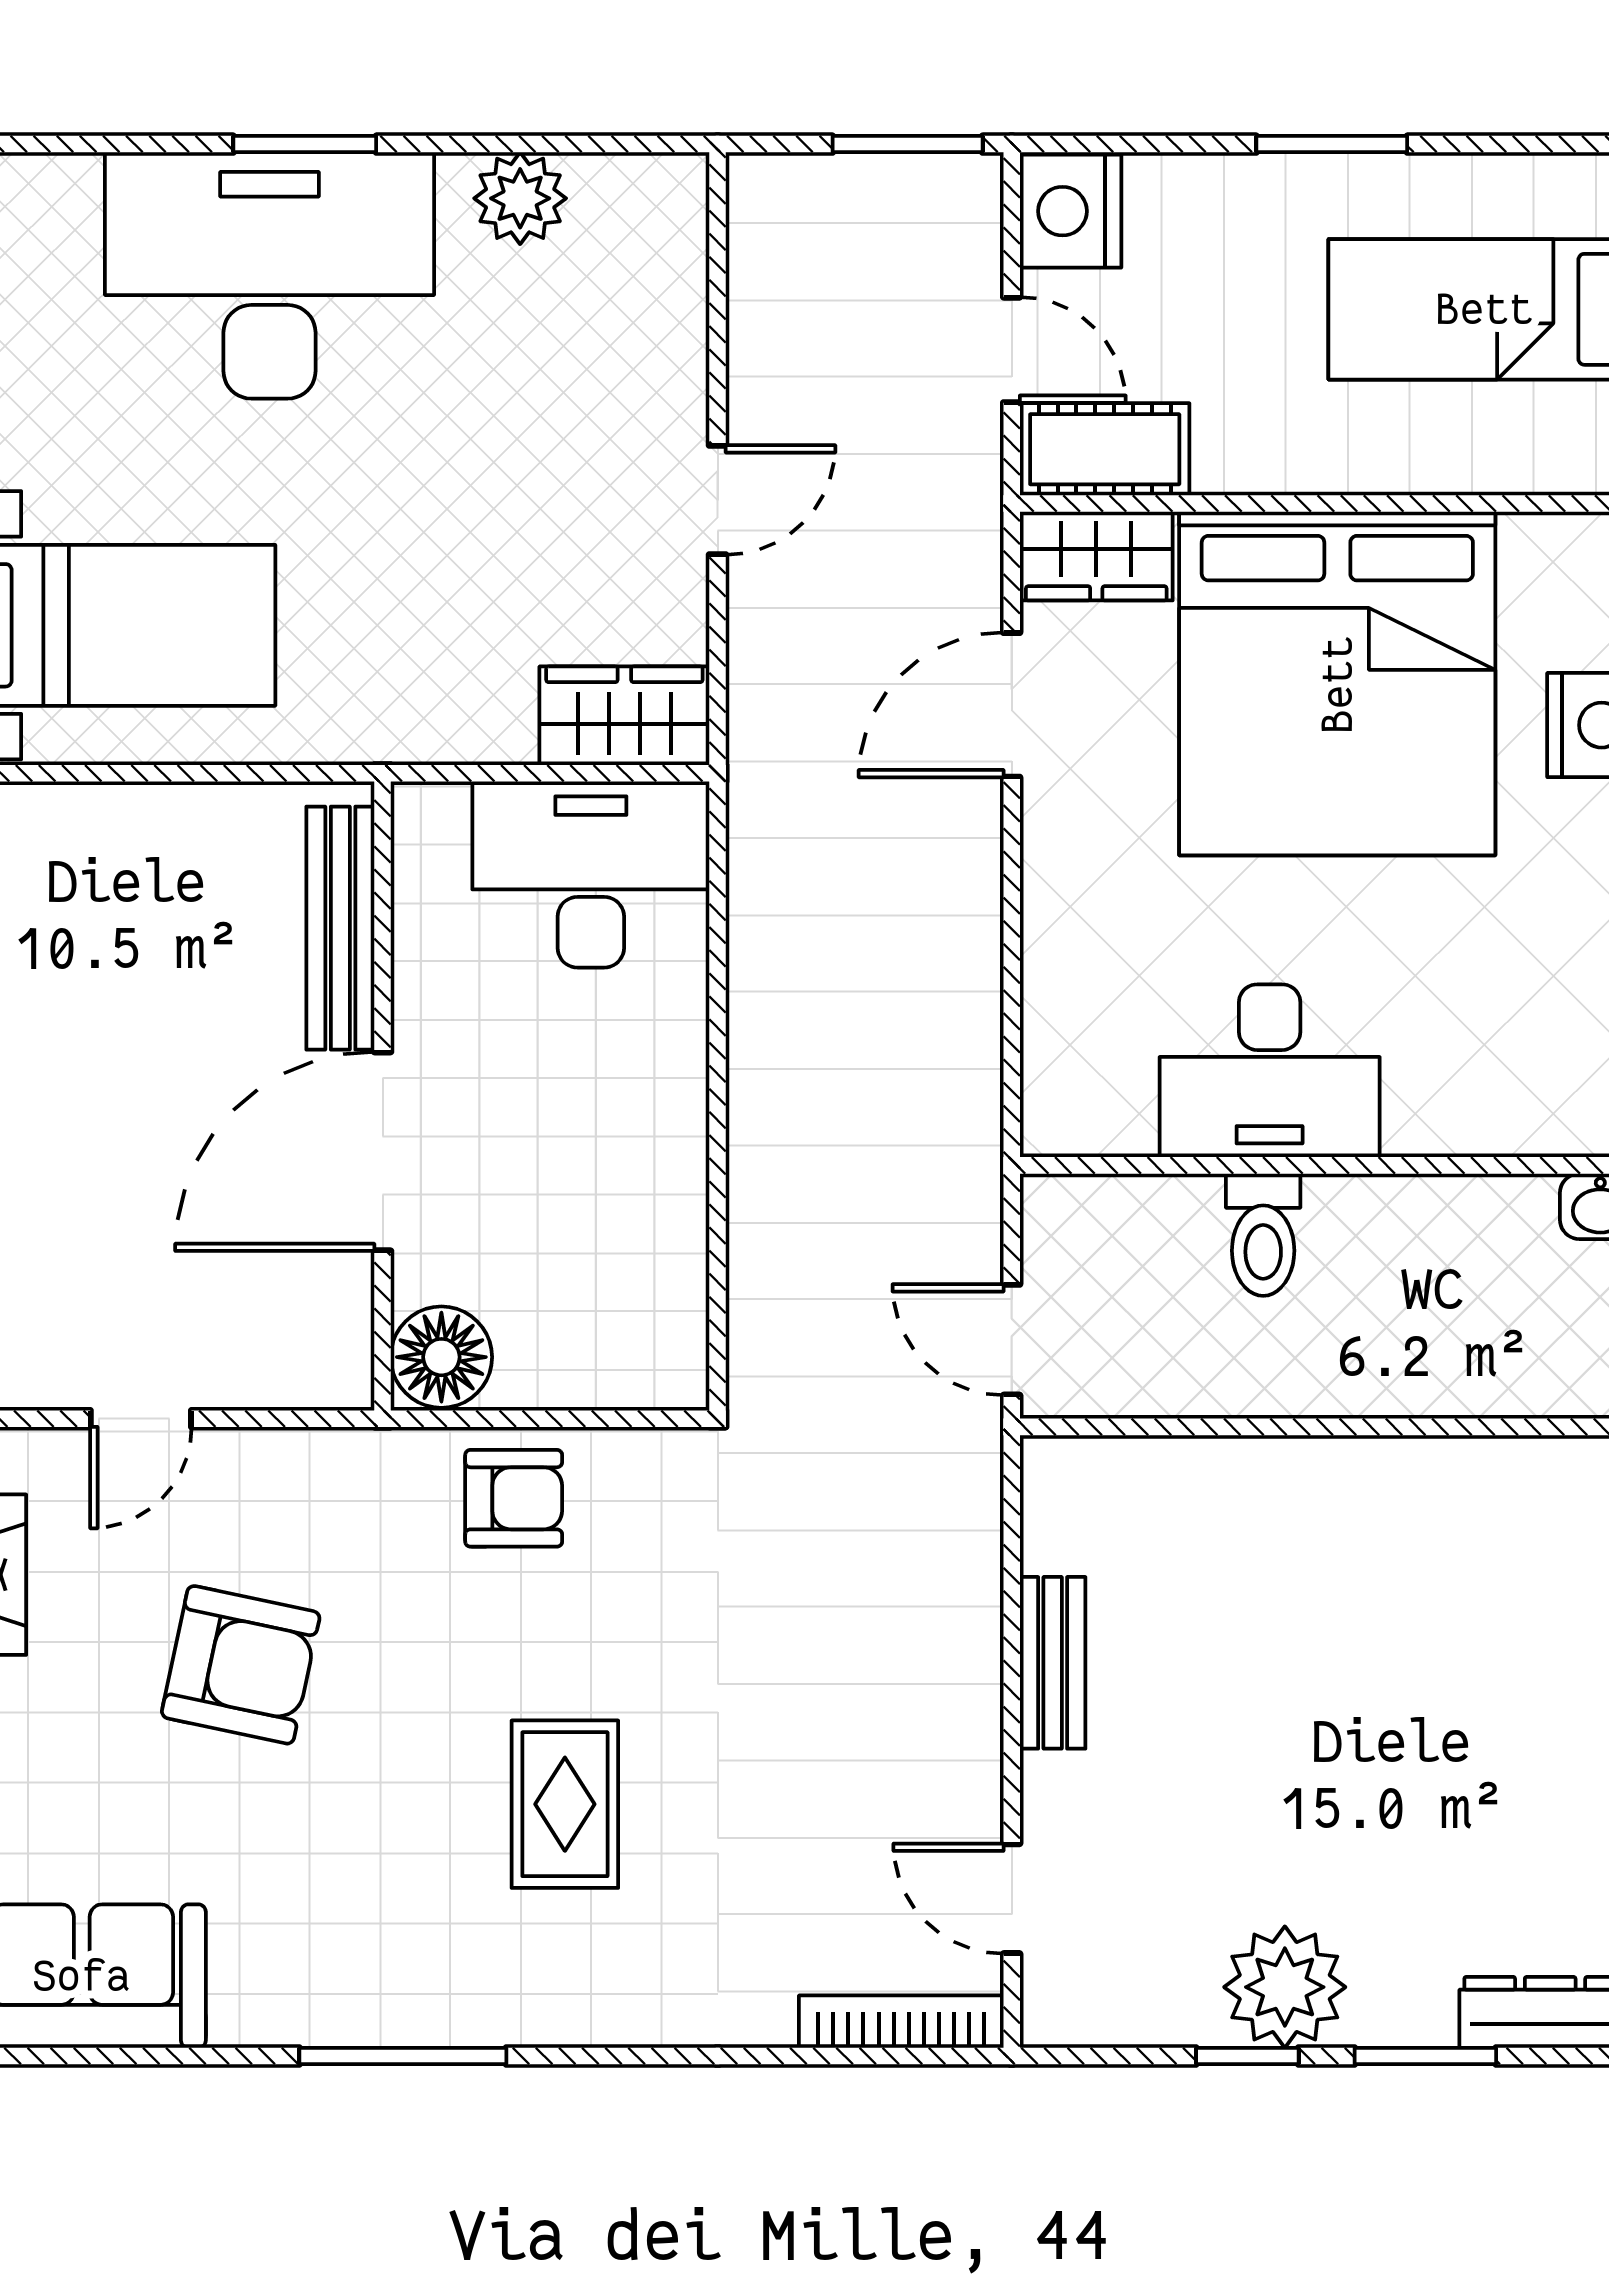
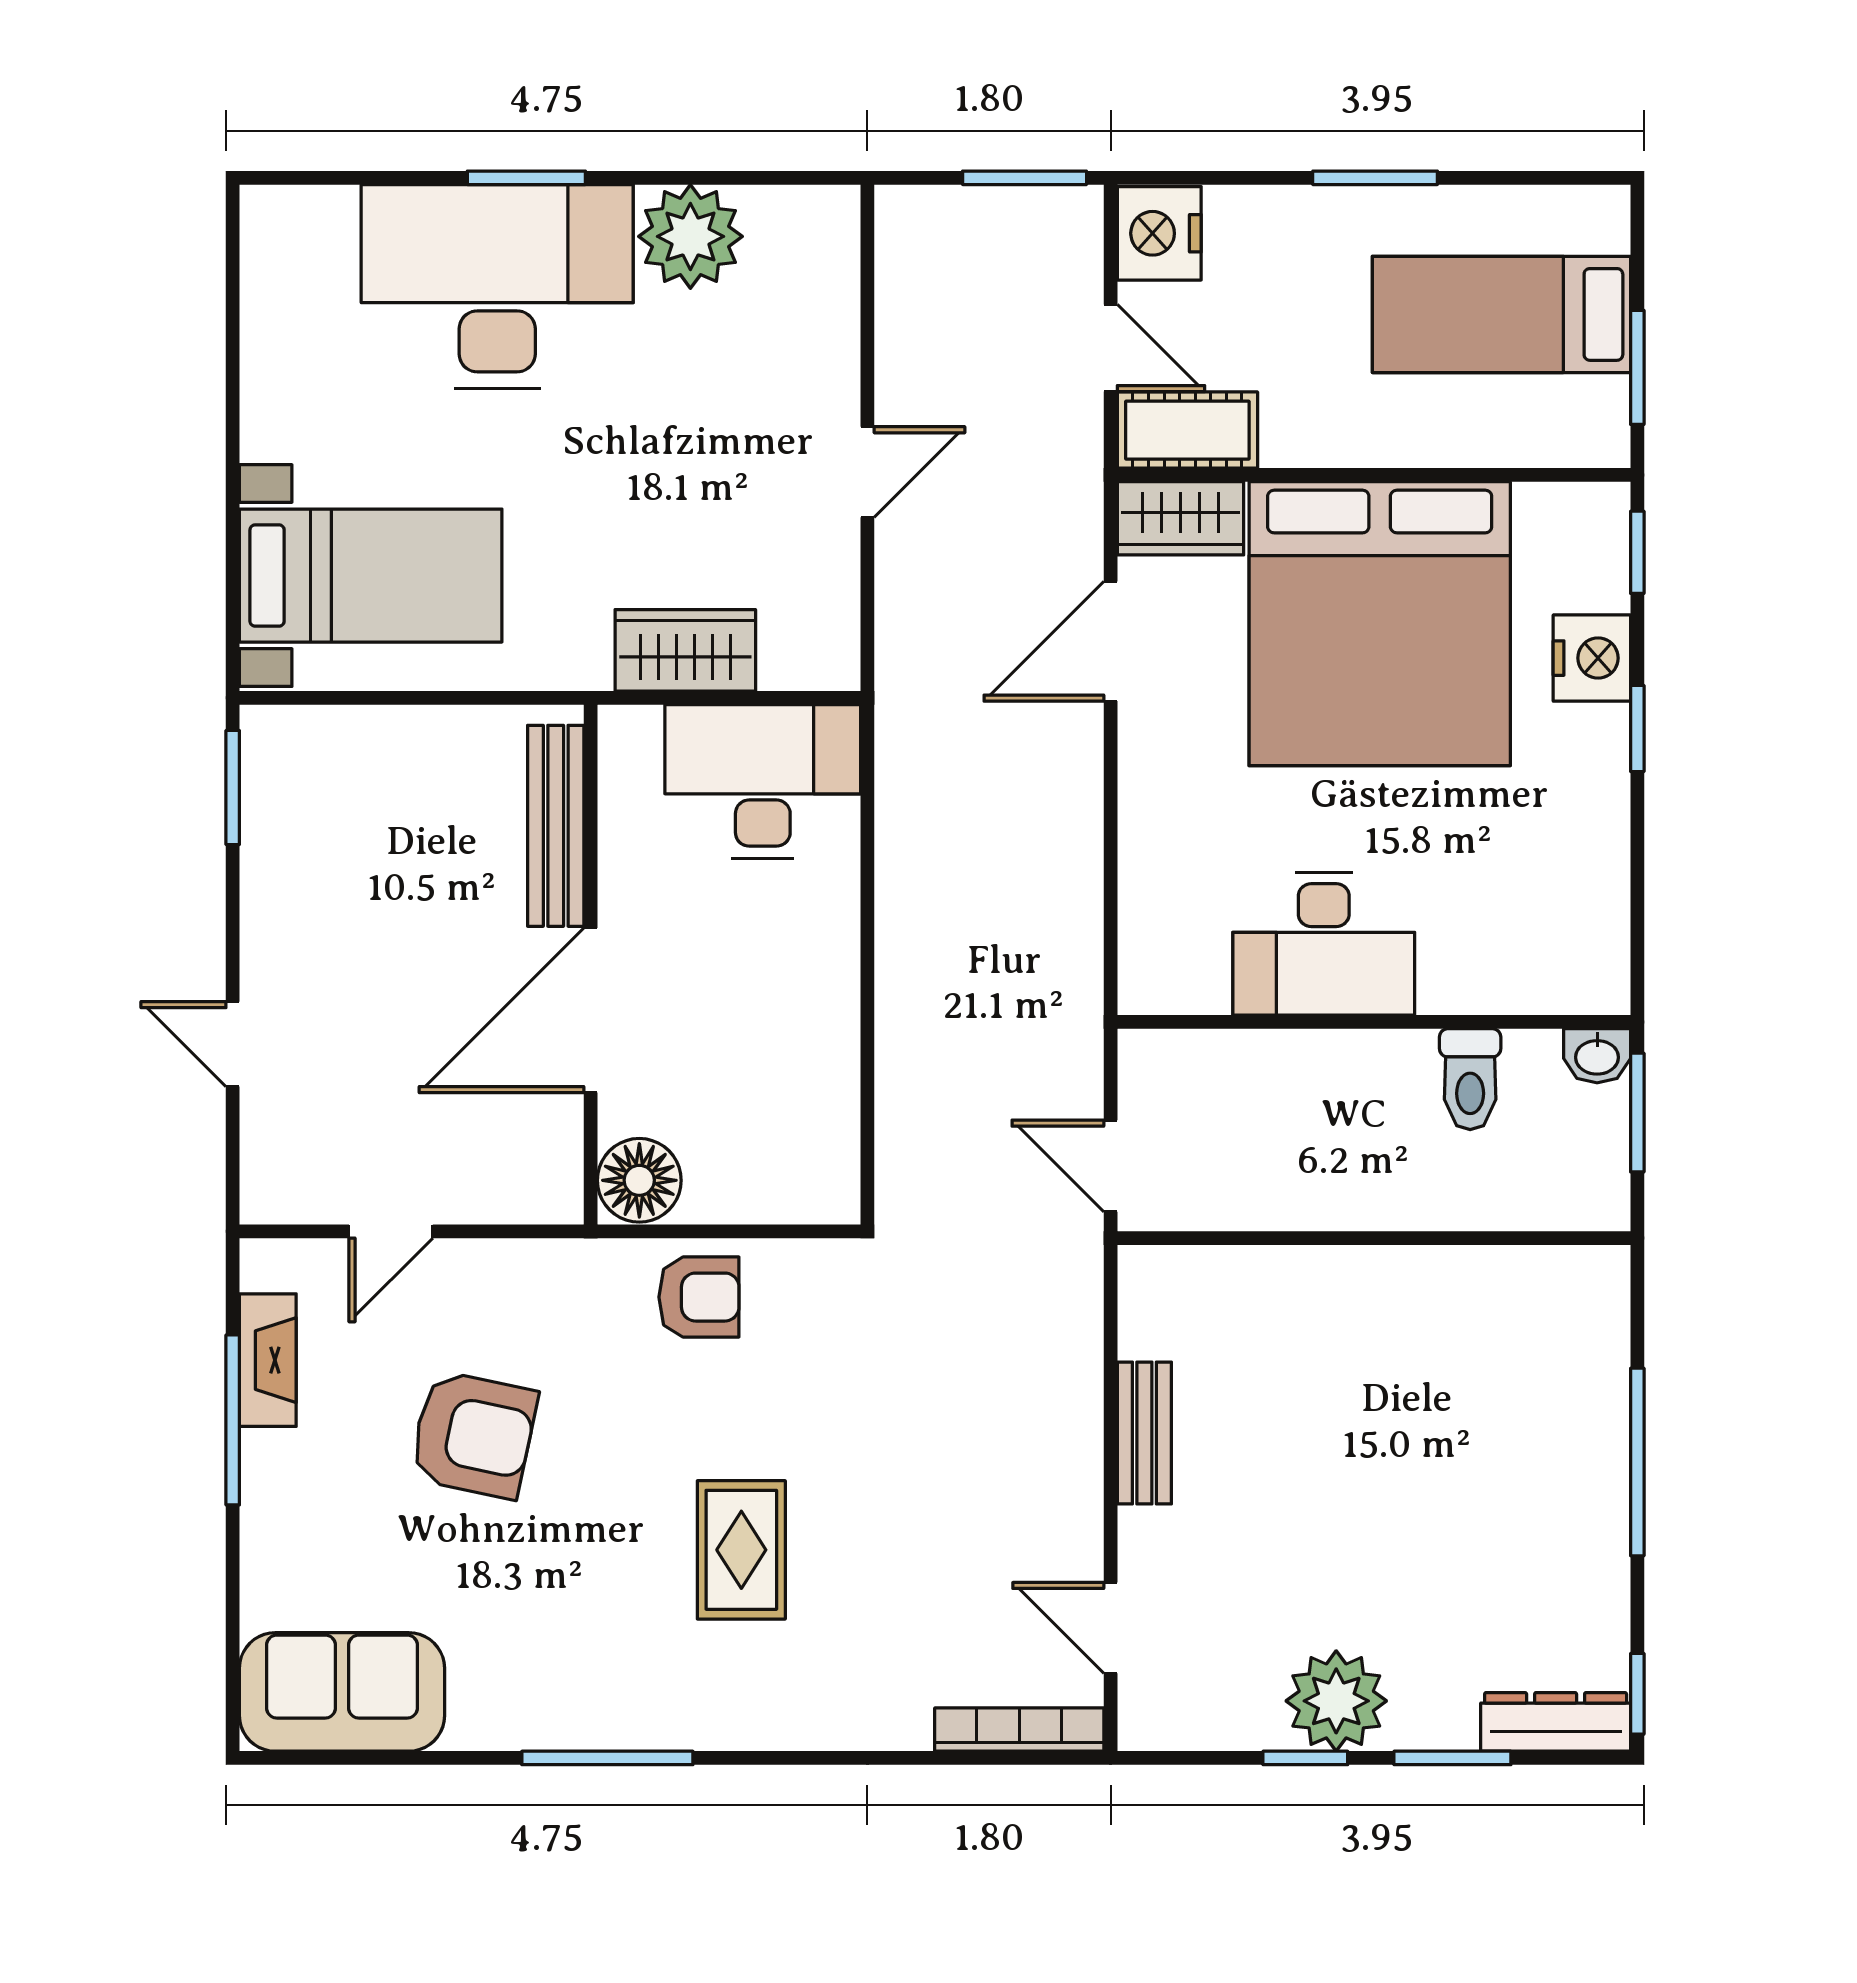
plant: (520, 198) -> (690, 236), width x1.36, depth x1.36
wardrobe: (624, 716) -> (685, 650), moved
toilet: (1263, 1235) -> (1470, 1079), moved

